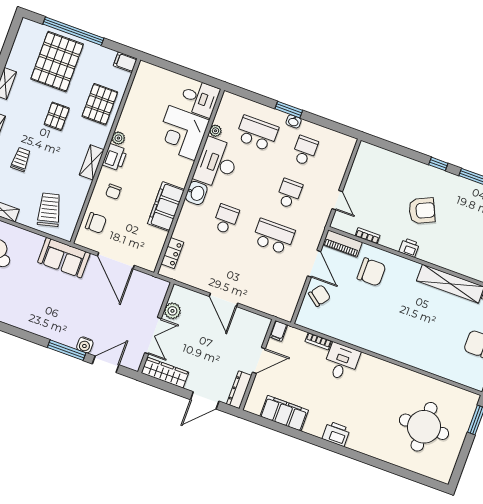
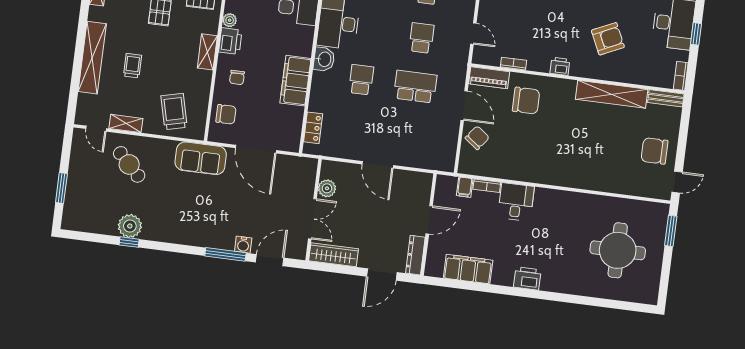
armchair: (422, 211) -> (608, 39), moved
filing cabinet: (278, 331) -> (465, 187), moved

